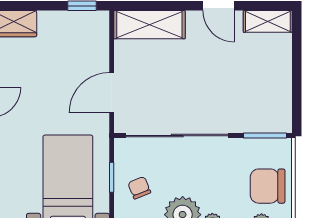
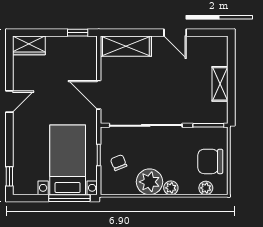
shelving: (268, 21) -> (220, 84), moved, turned 90
door: (112, 93) -> (99, 95), hinge flipped

